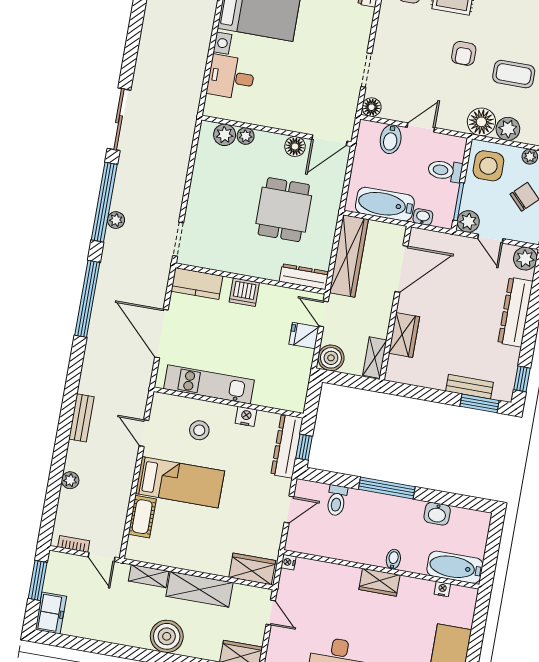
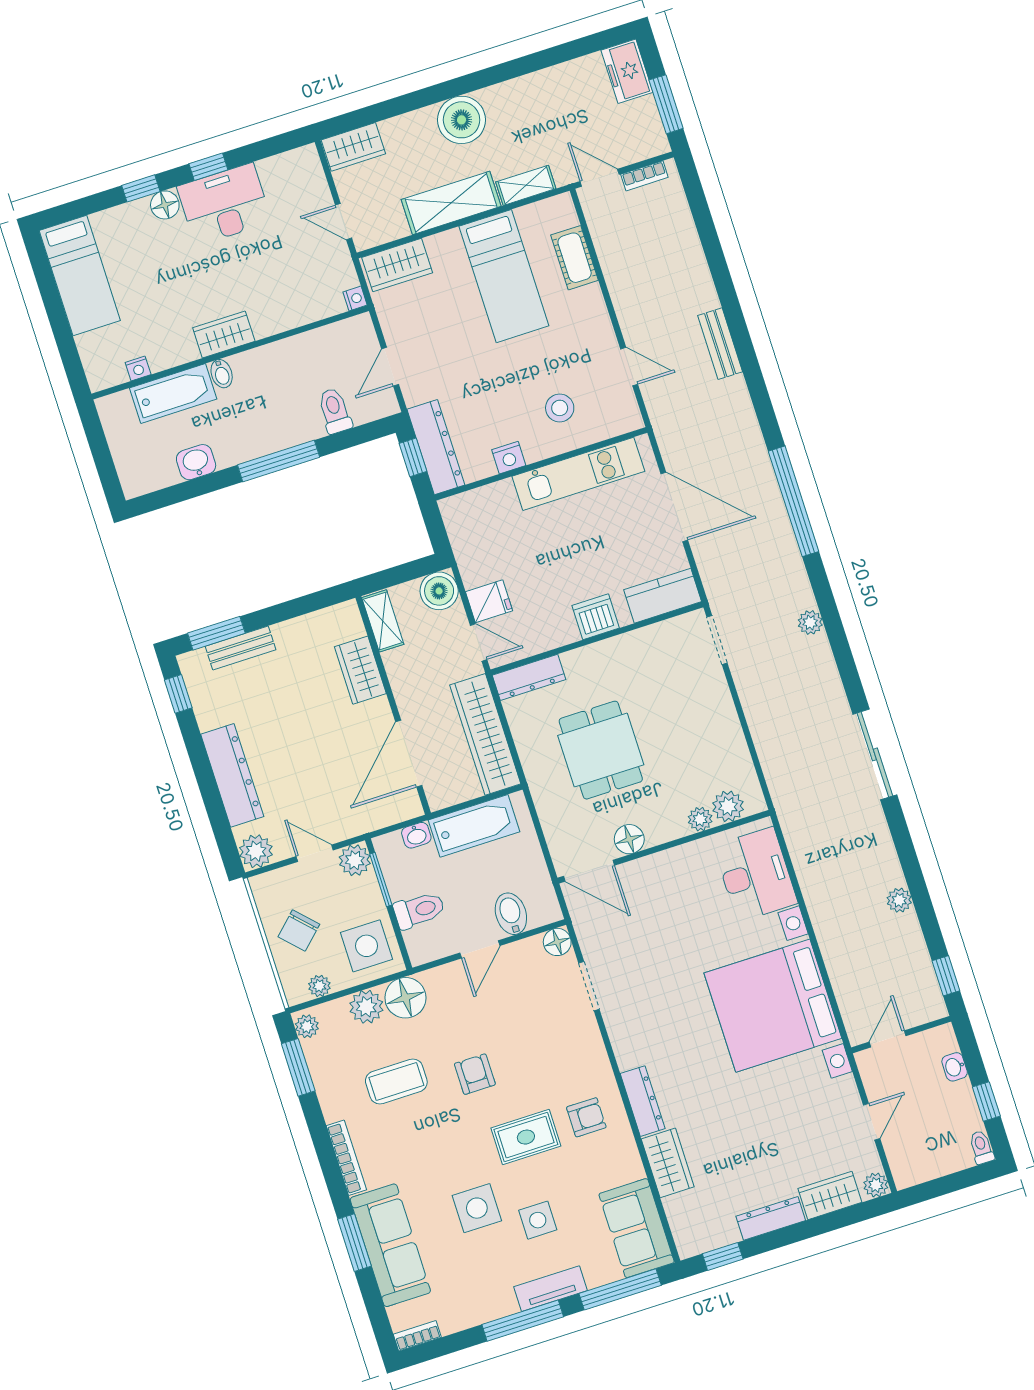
desk: (231, 77) -> (756, 874), width x1.37
door: (329, 140) -> (589, 871), swing flipped
window: (104, 202) -> (837, 638), removed
plant: (70, 480) -> (899, 900), moved
bed: (180, 482) -> (504, 276), moved, turned -90
bathtub: (455, 567) -> (173, 393), moved

